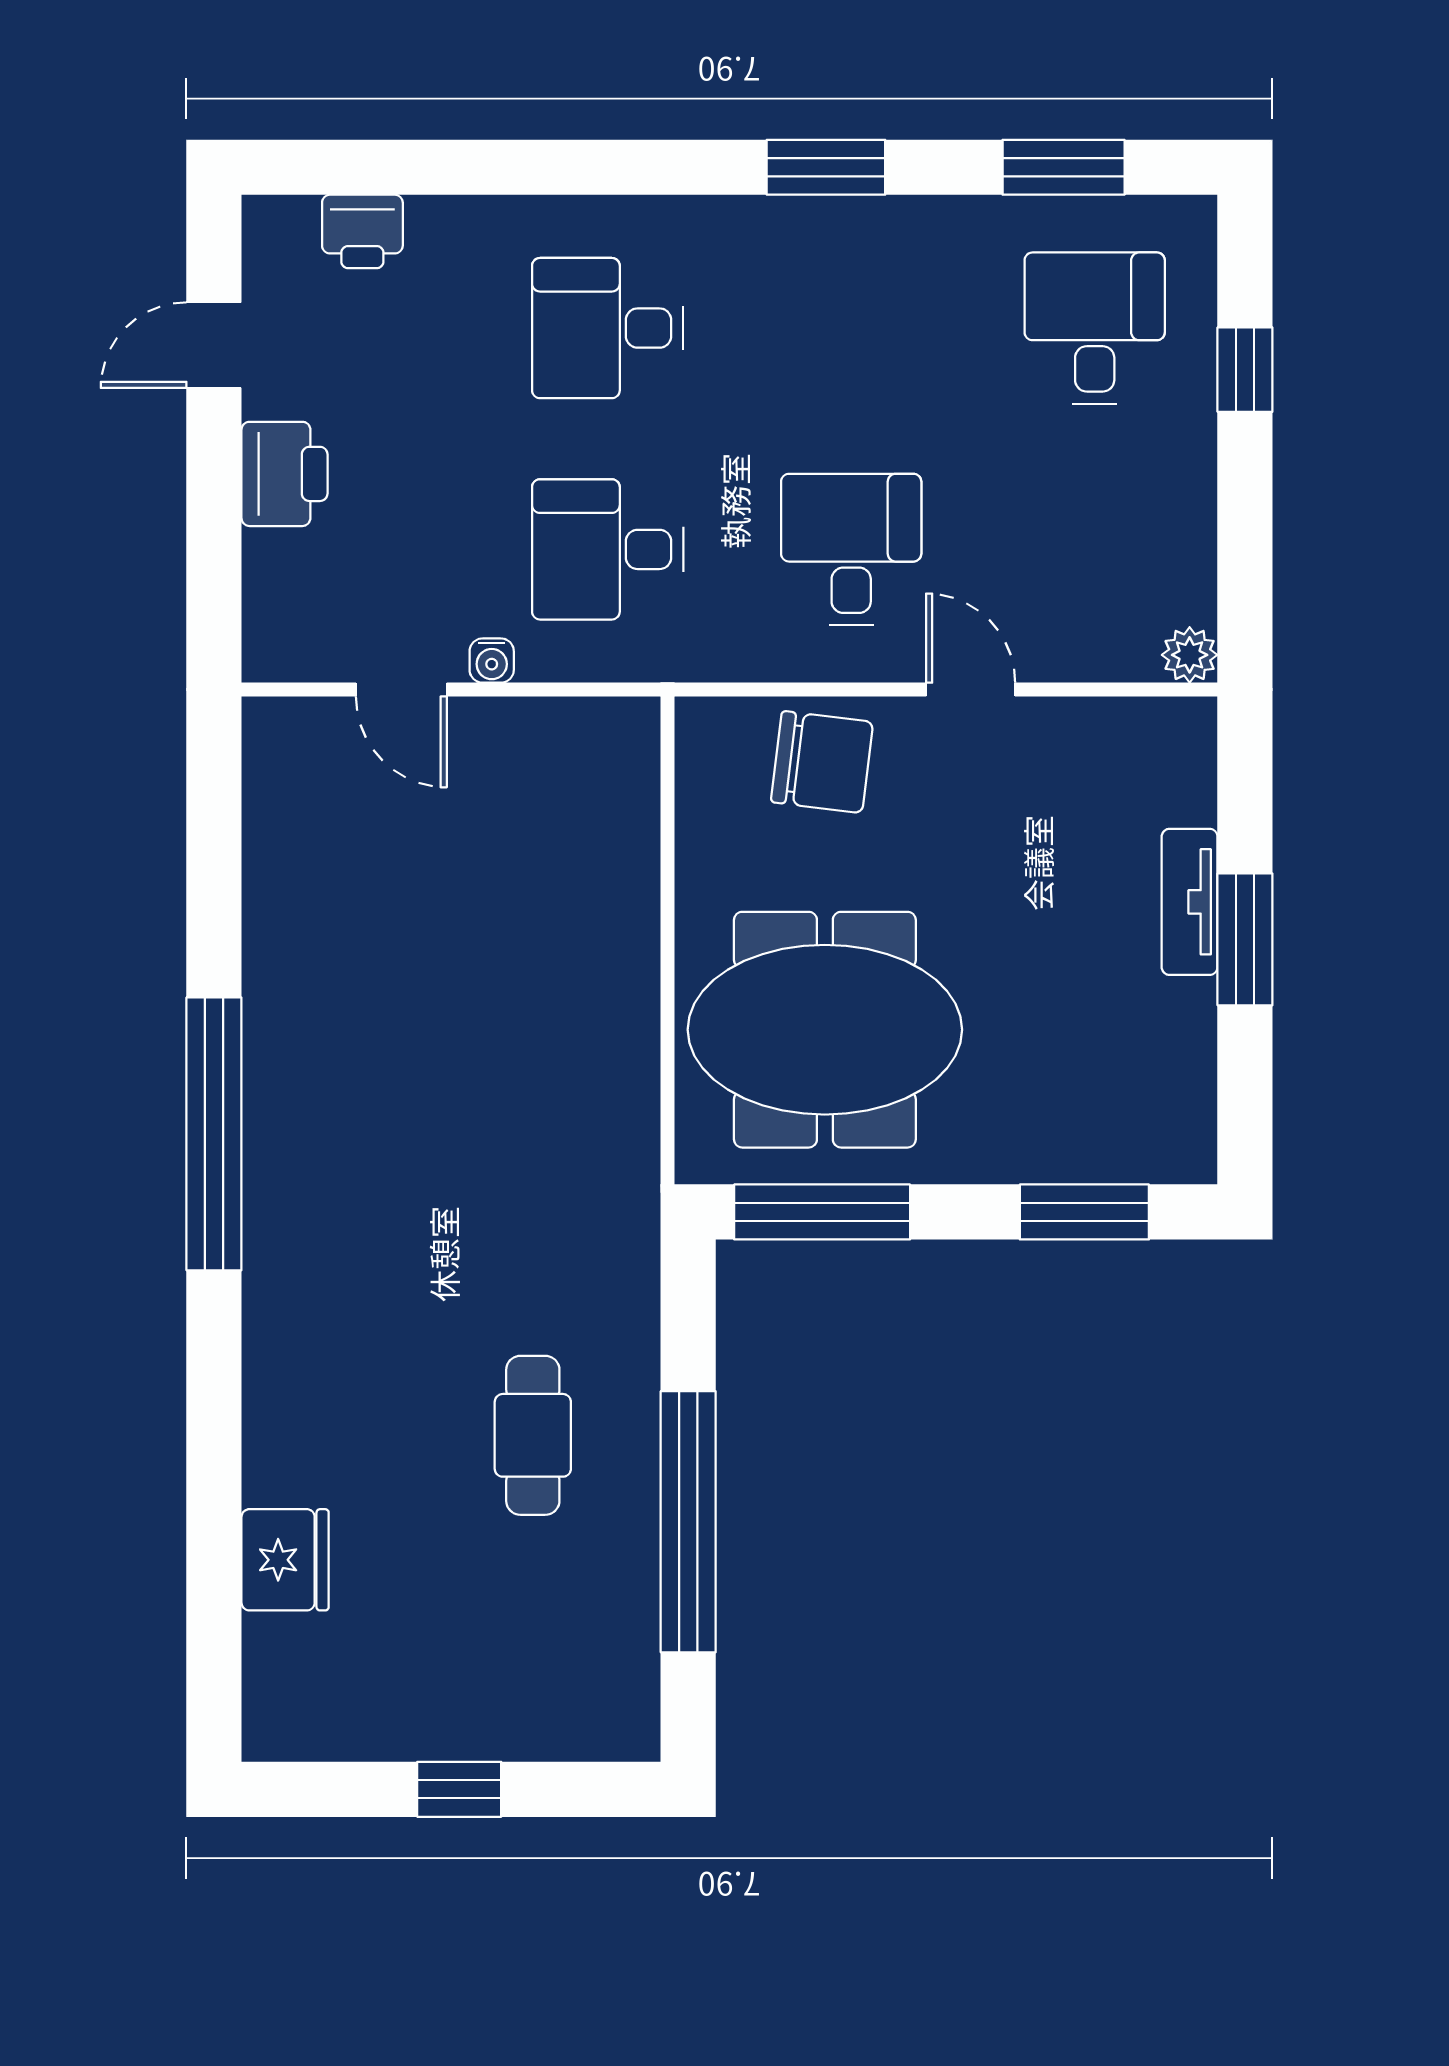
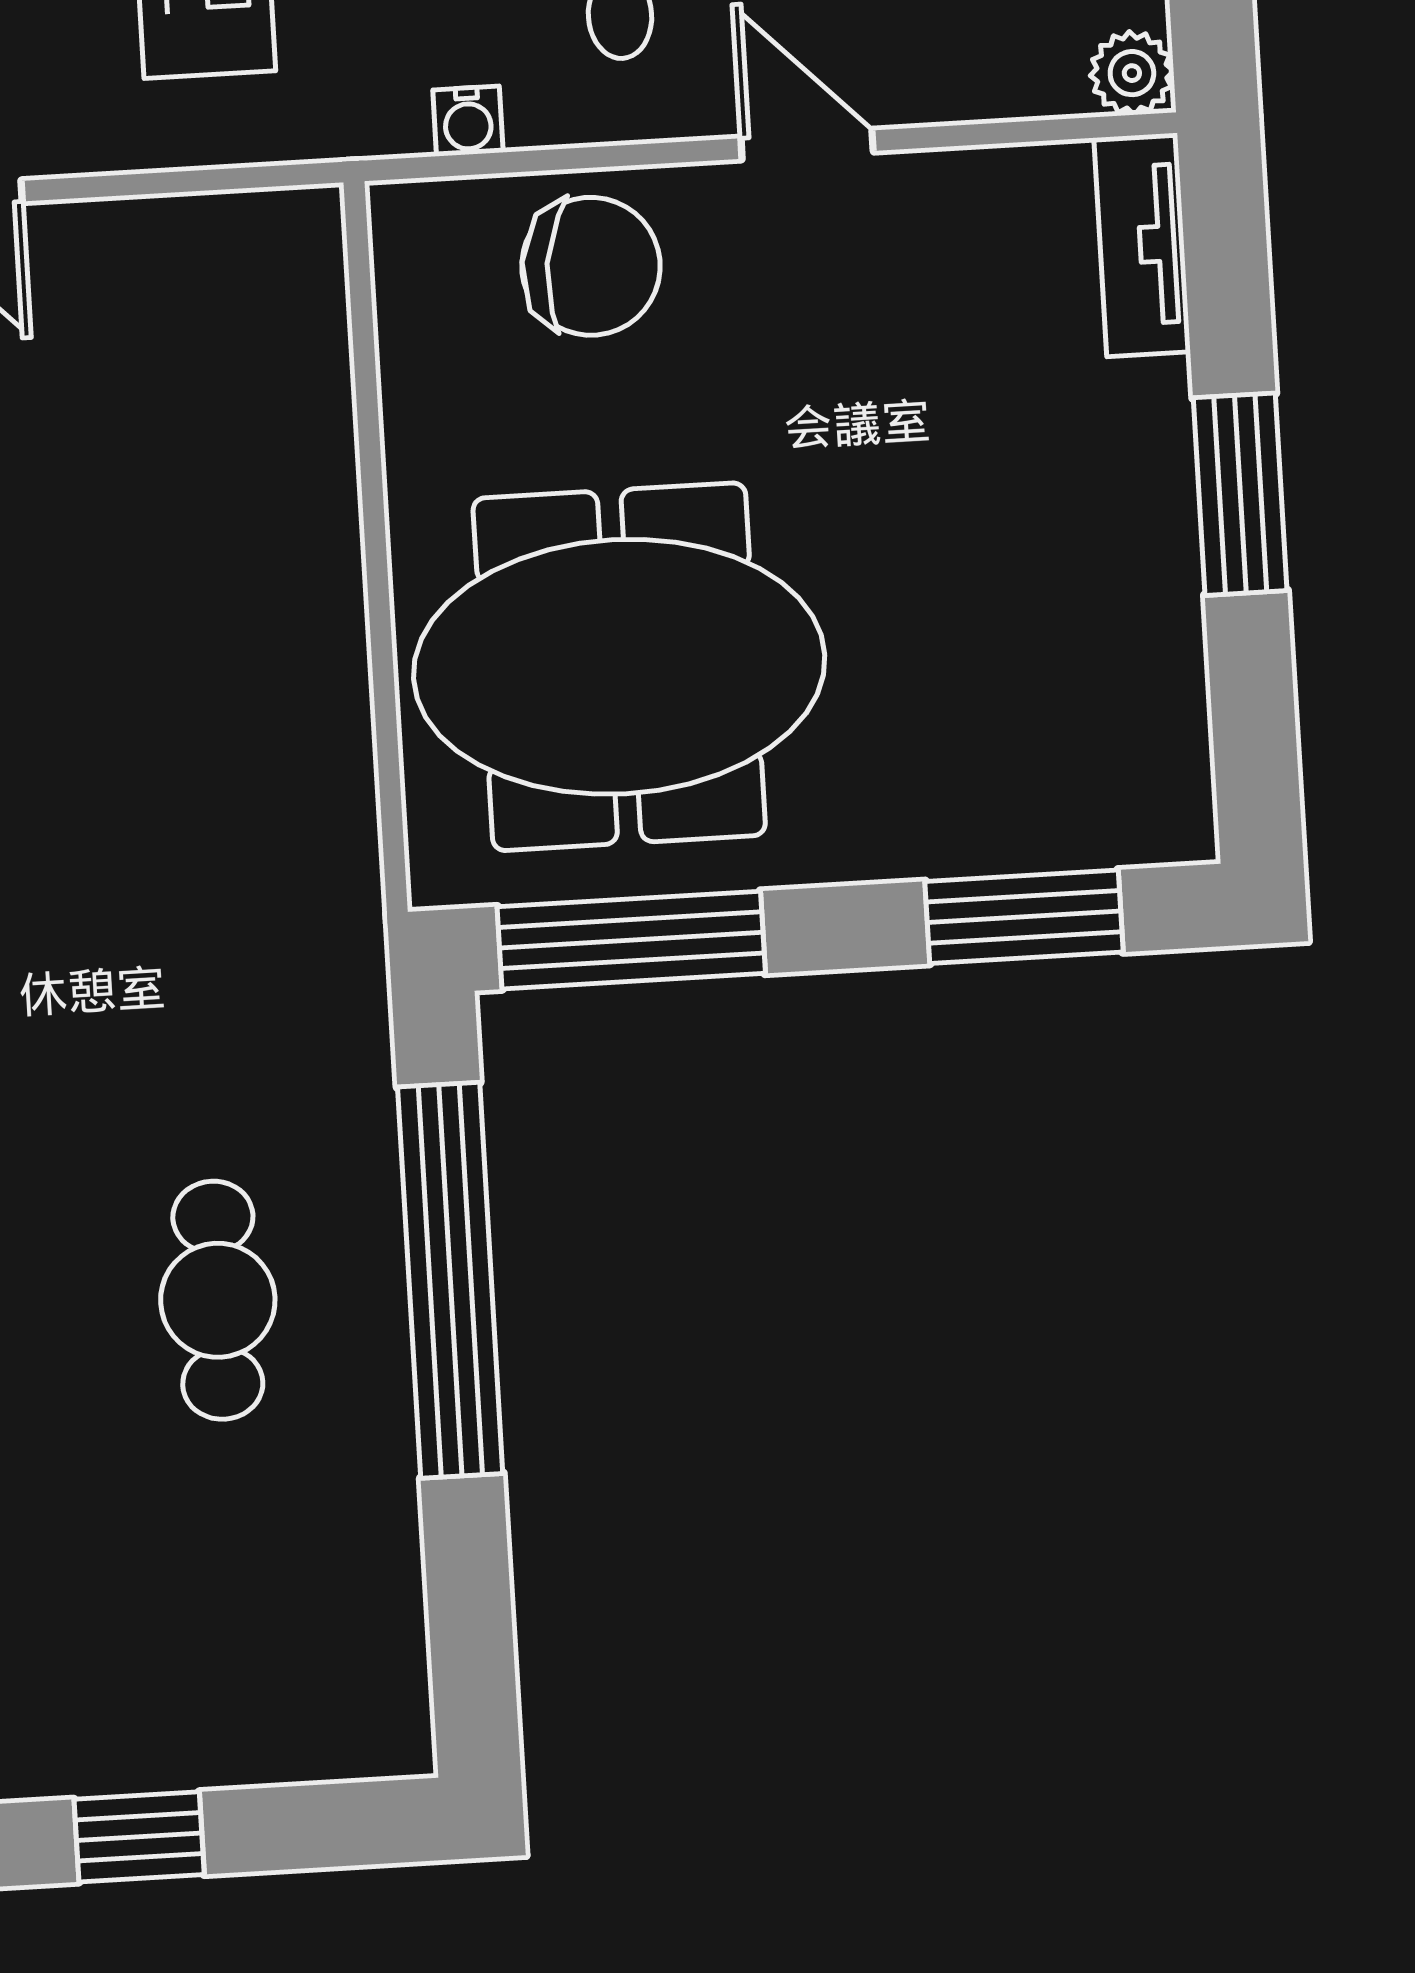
water cooler: (492, 661) -> (468, 121), moved
tv unit: (1190, 902) -> (1142, 245), moved
window: (688, 1522) -> (450, 1280), moved

